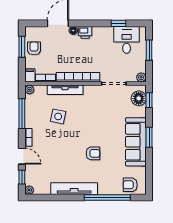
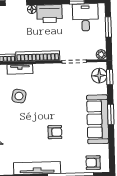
printer: (85, 32) -> (49, 14), width x1.87, depth x1.48
tv unit: (65, 90) -> (20, 69), width x0.71

